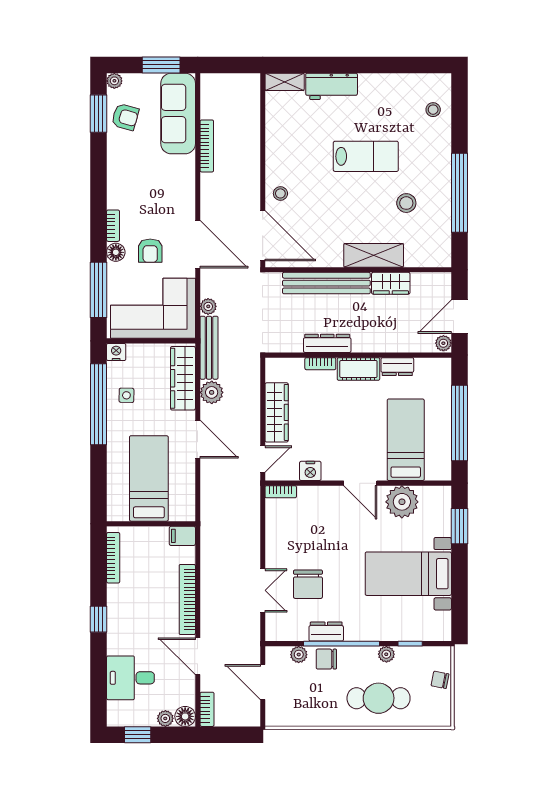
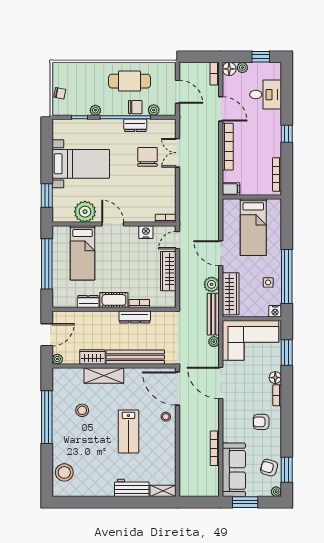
stool: (433, 110) -> (64, 472), width x1.89, depth x1.89
lab bench: (366, 156) -> (128, 432), moved, turned -90
armchair: (150, 251) -> (261, 422), moved, turned -90
window: (99, 290) -> (287, 353), width x0.69
plant: (443, 343) -> (57, 359), moved
cafe table: (379, 698) -> (130, 81), moved

